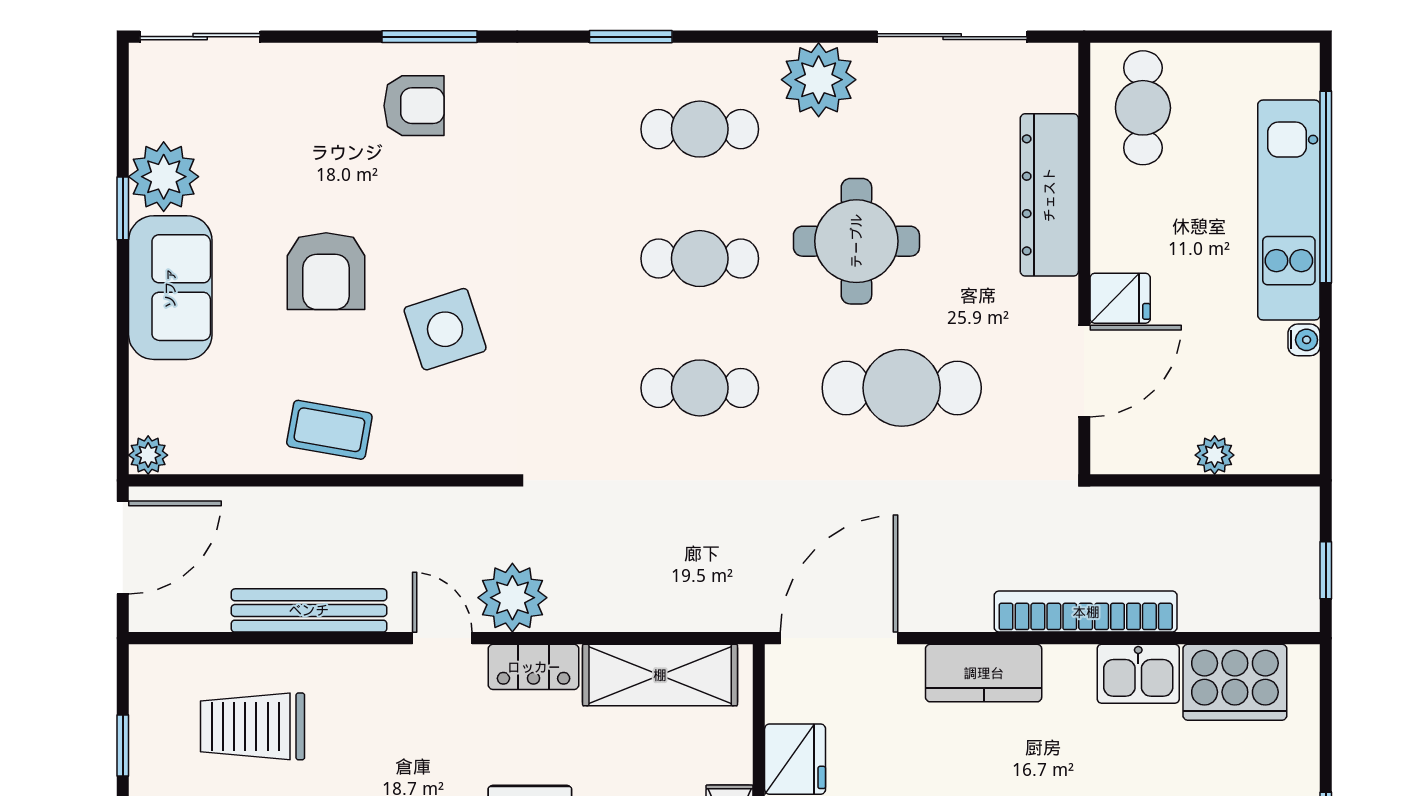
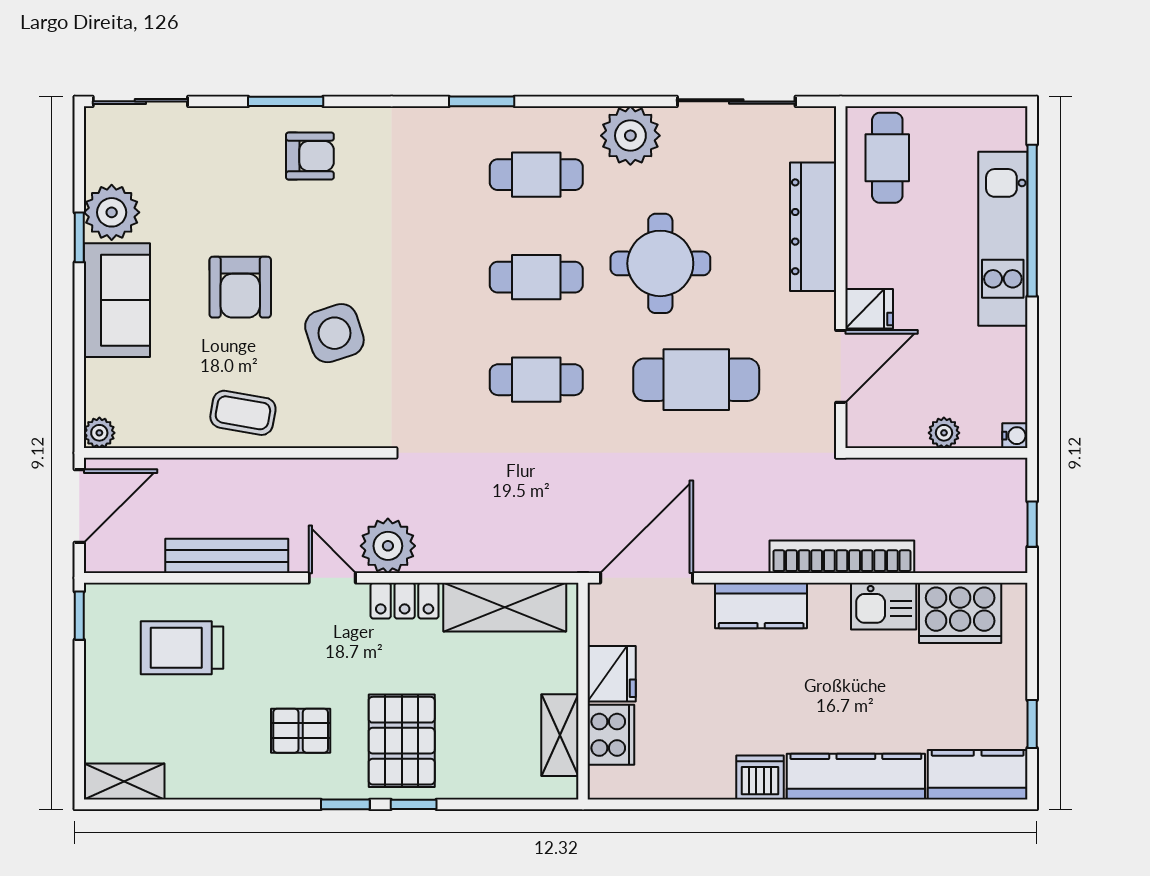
window: (429, 37) -> (286, 101), moved
water cooler: (1304, 340) -> (1015, 436), moved
window: (123, 746) -> (79, 616), moved

